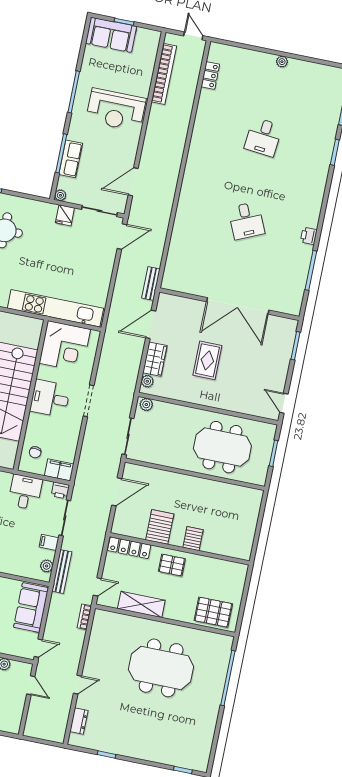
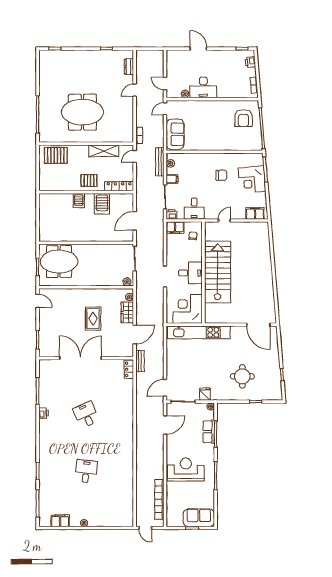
filing cabinet: (317, 72) -> (60, 521), added
locker: (210, 75) -> (129, 369), moved
meeting table: (222, 447) -> (59, 262), moved

